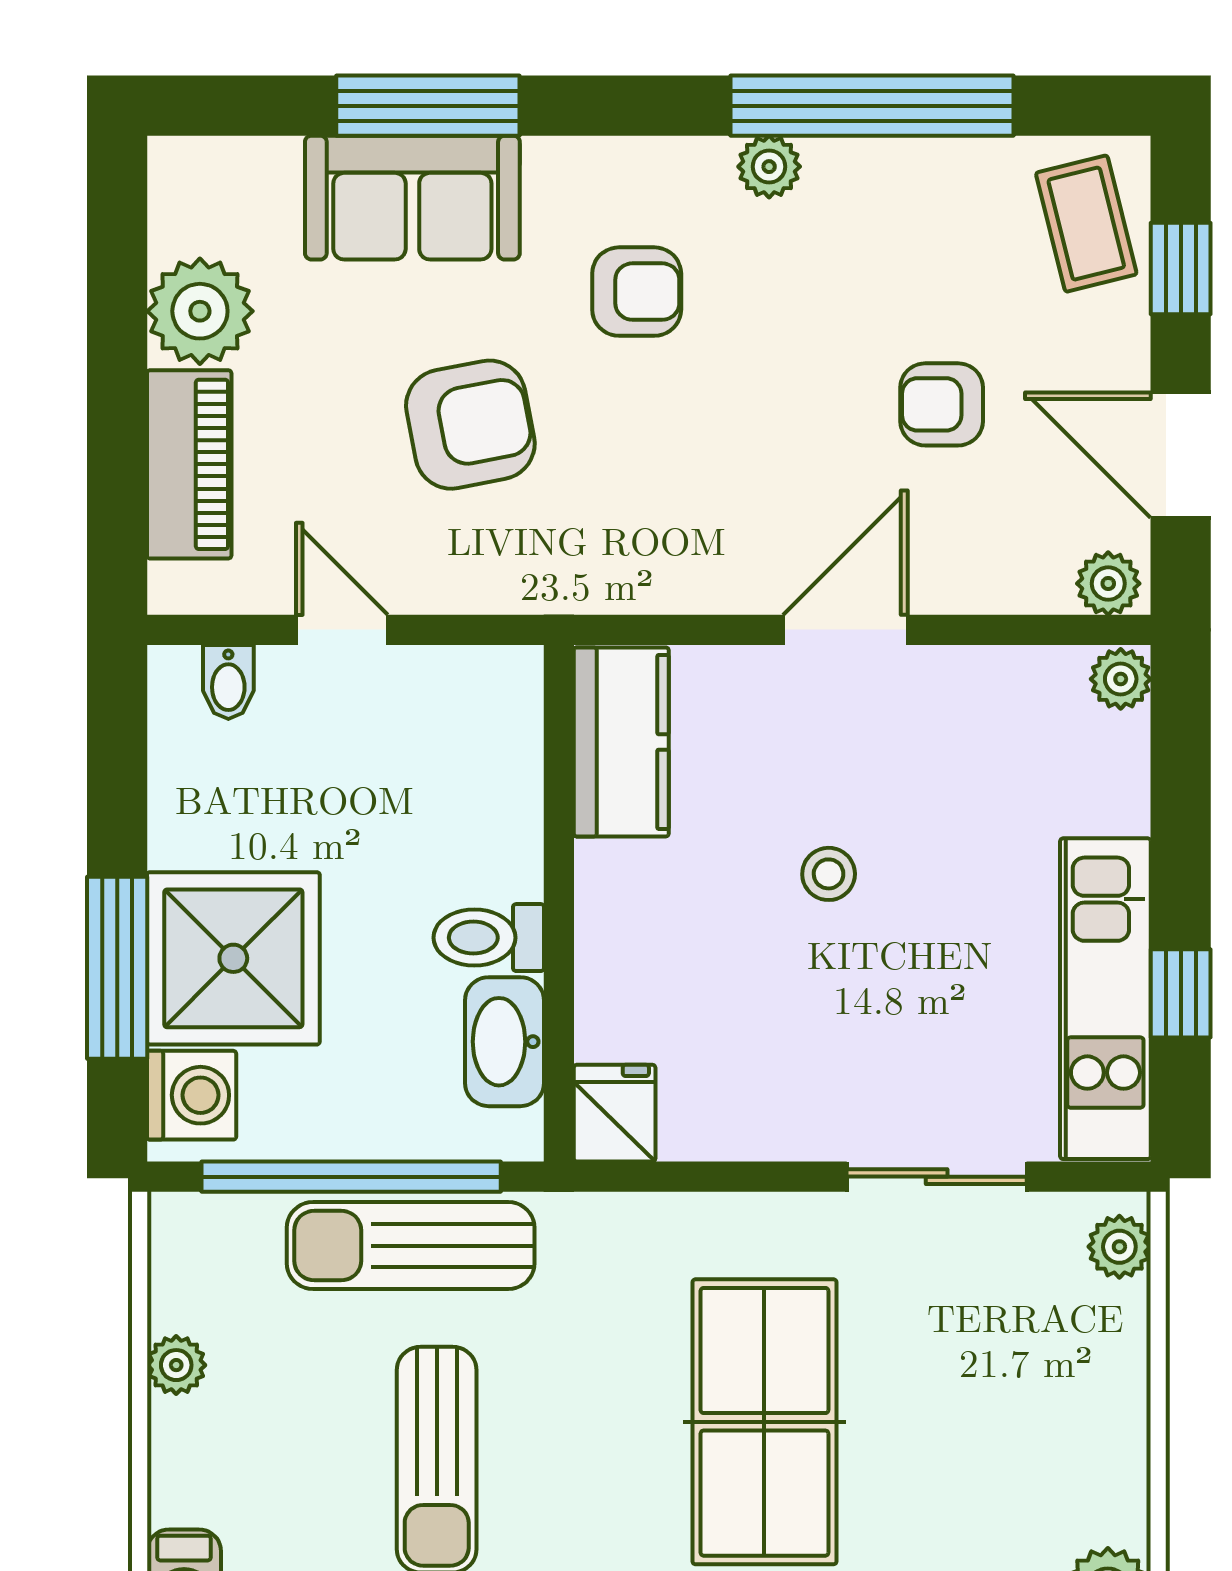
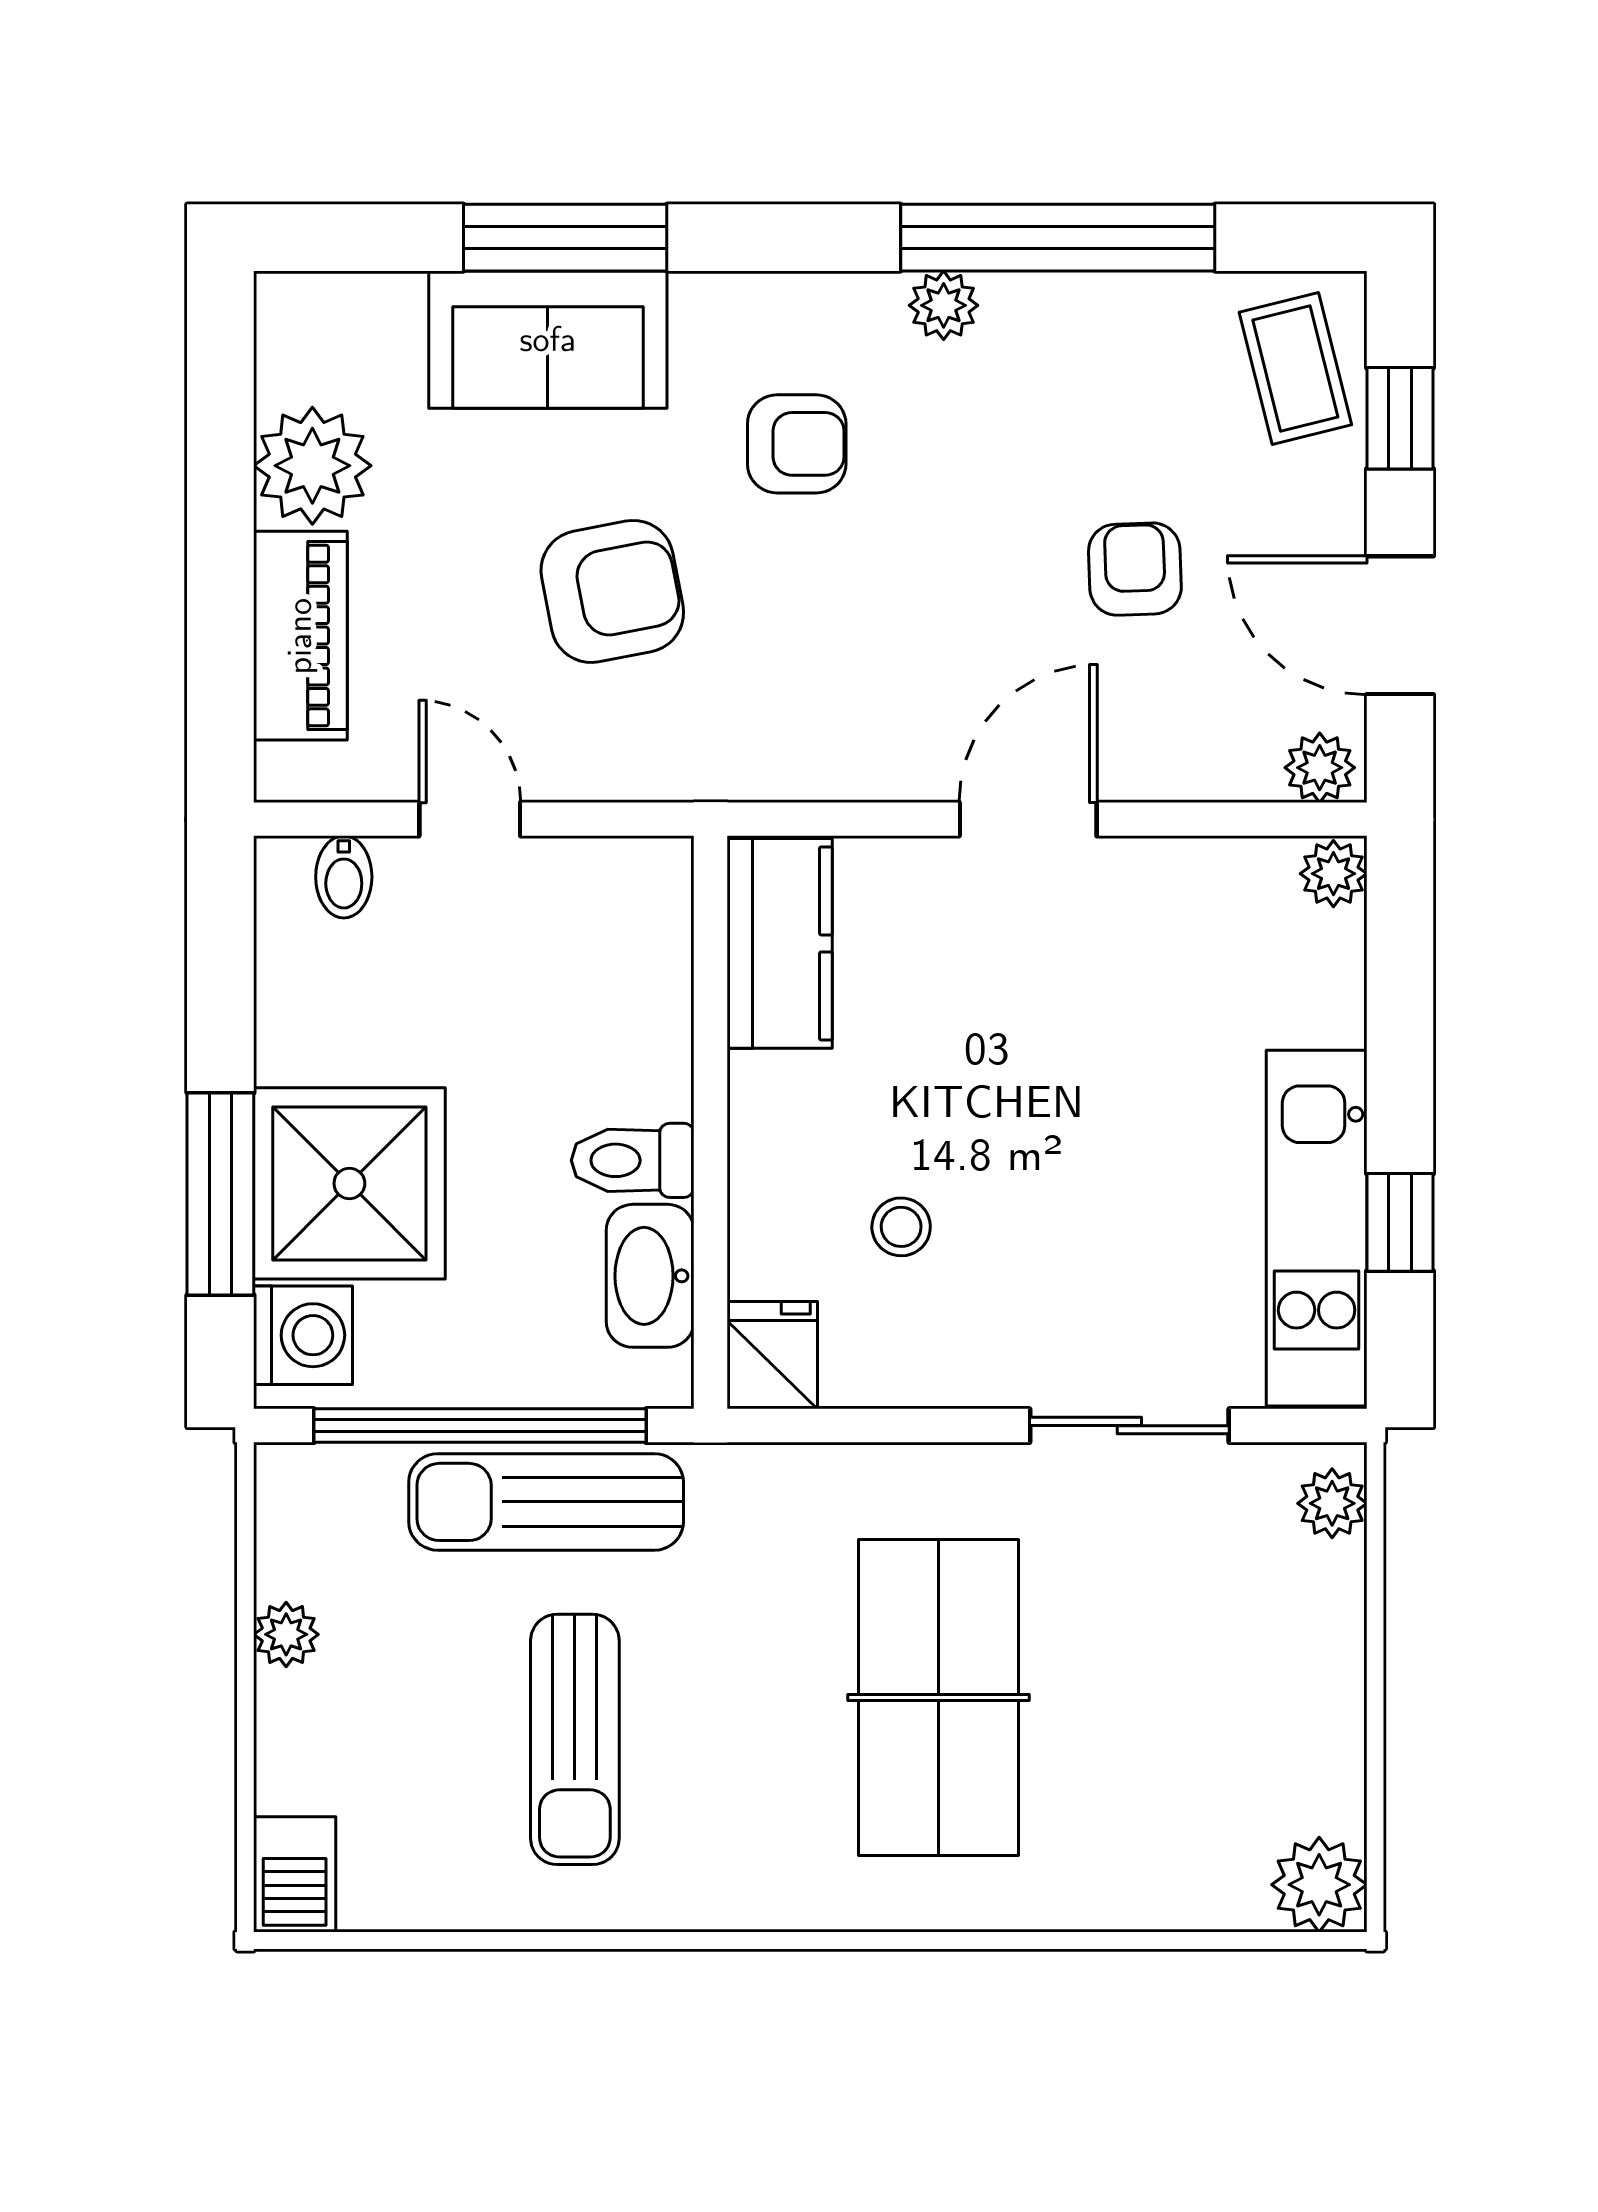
armchair: (942, 404) -> (1135, 569), turned 88
stool: (829, 874) -> (901, 1227), moved

